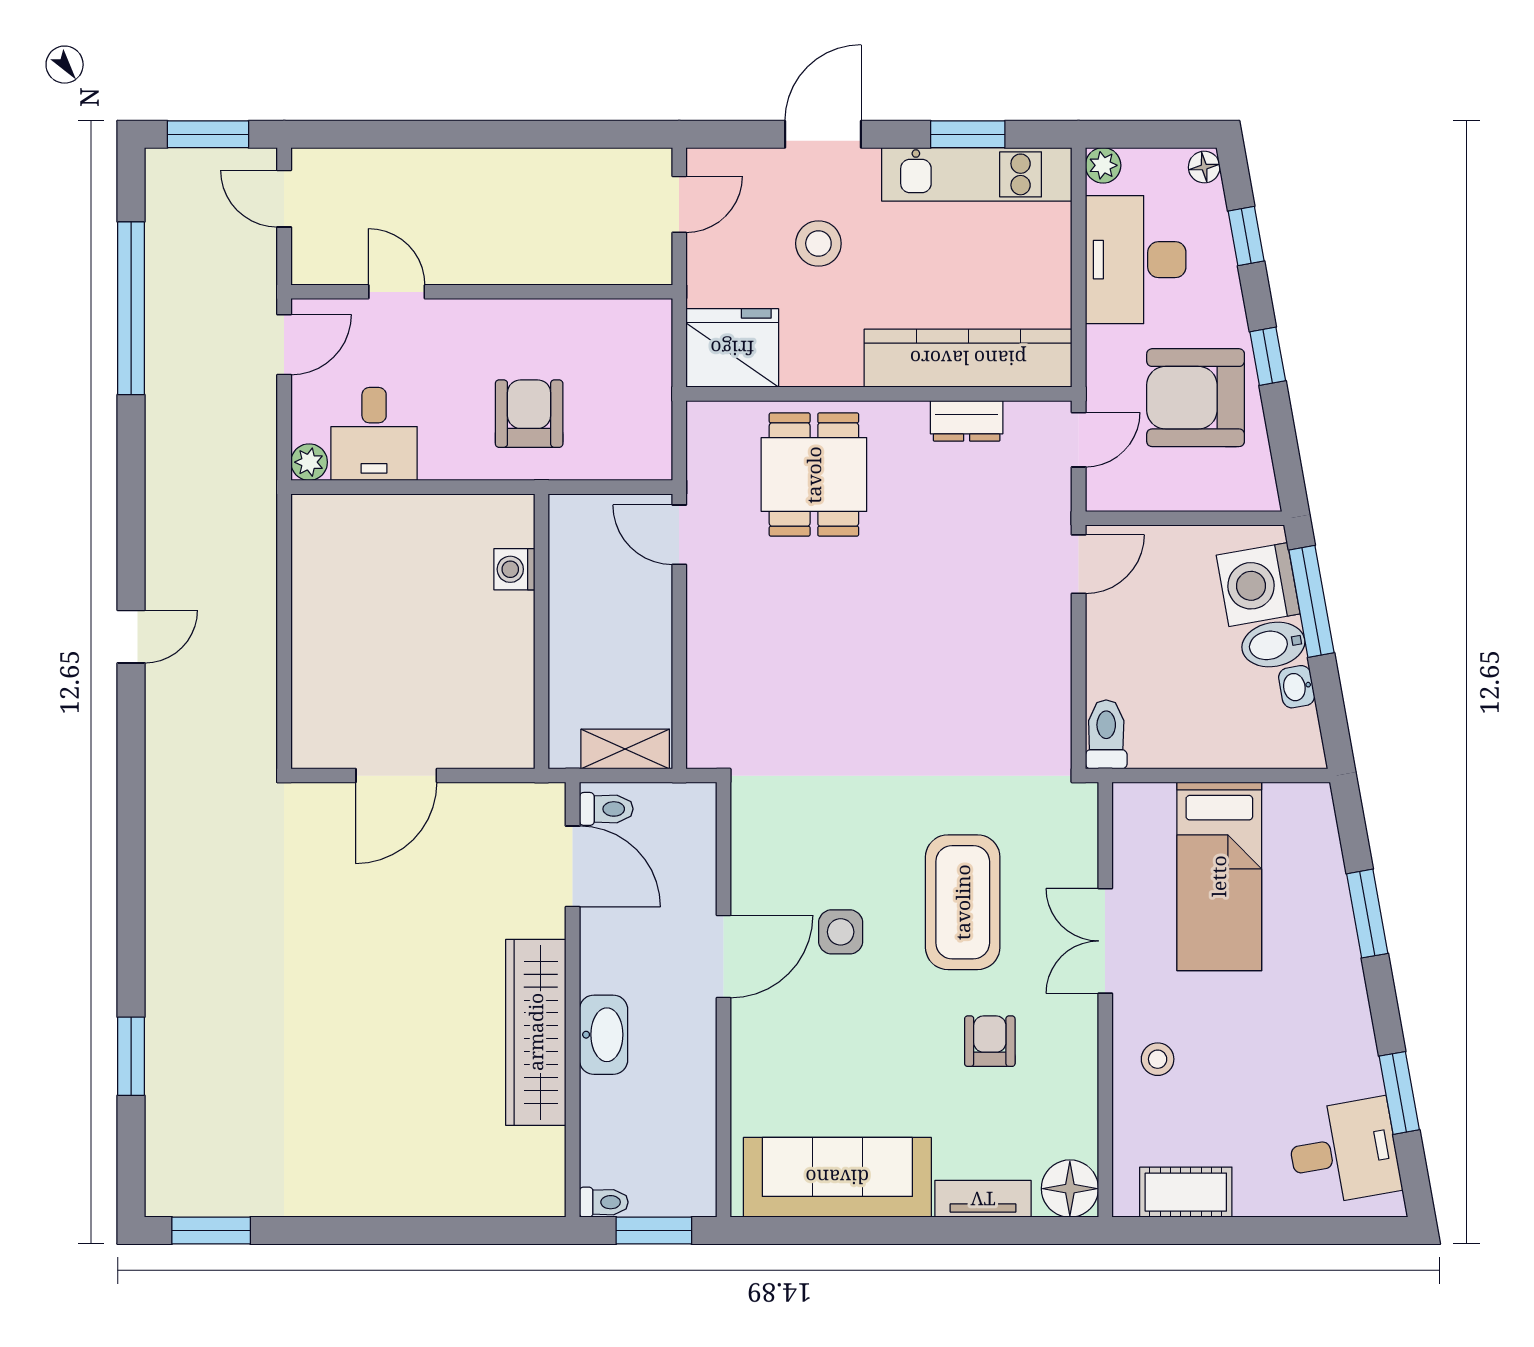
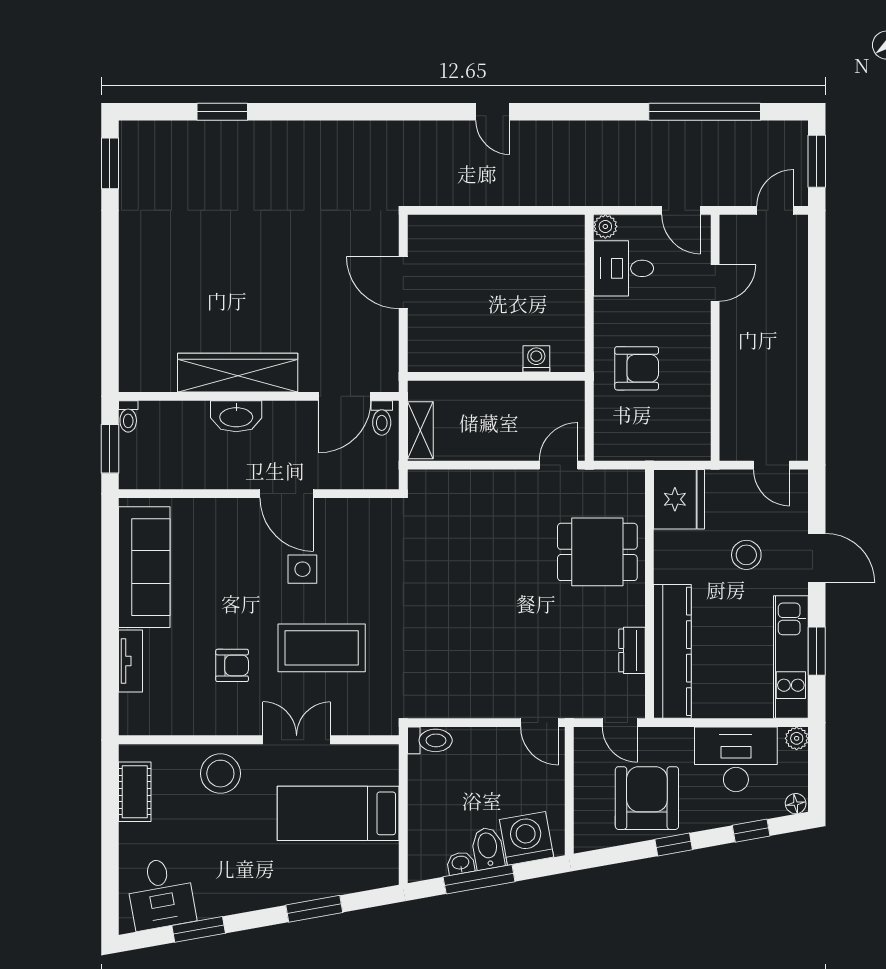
window: (1311, 601) -> (479, 879), moved
stool: (1158, 1059) -> (220, 774), width x1.89, depth x1.89
floor lamp: (1070, 1189) -> (137, 717), removed

